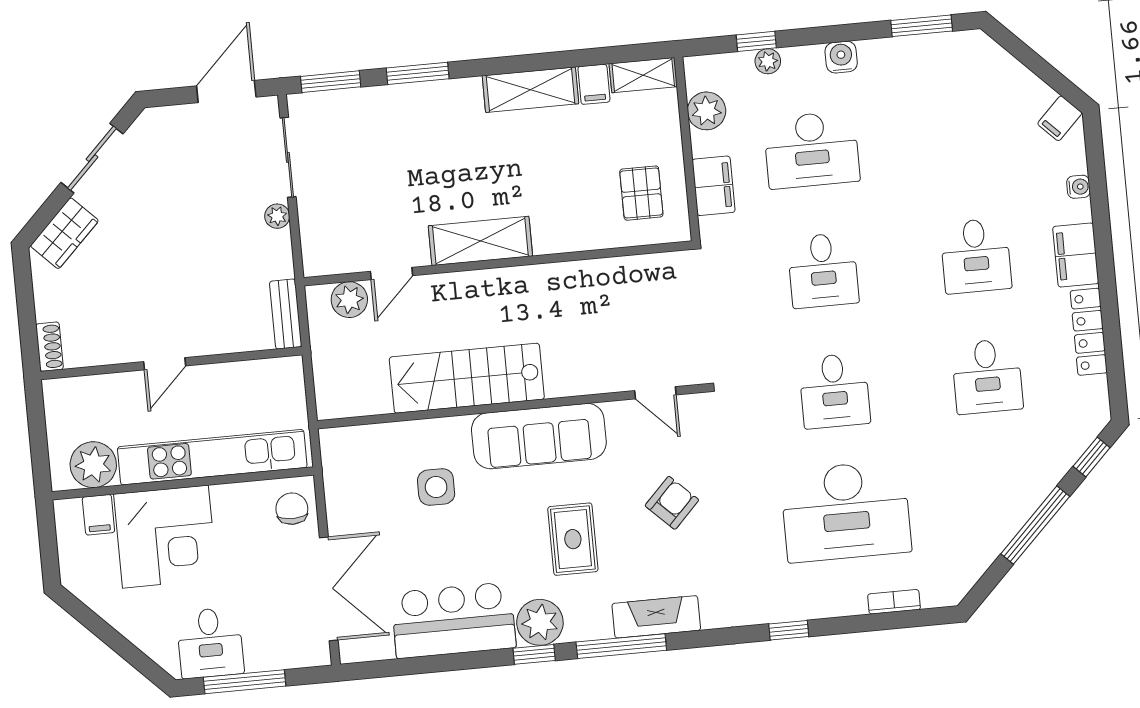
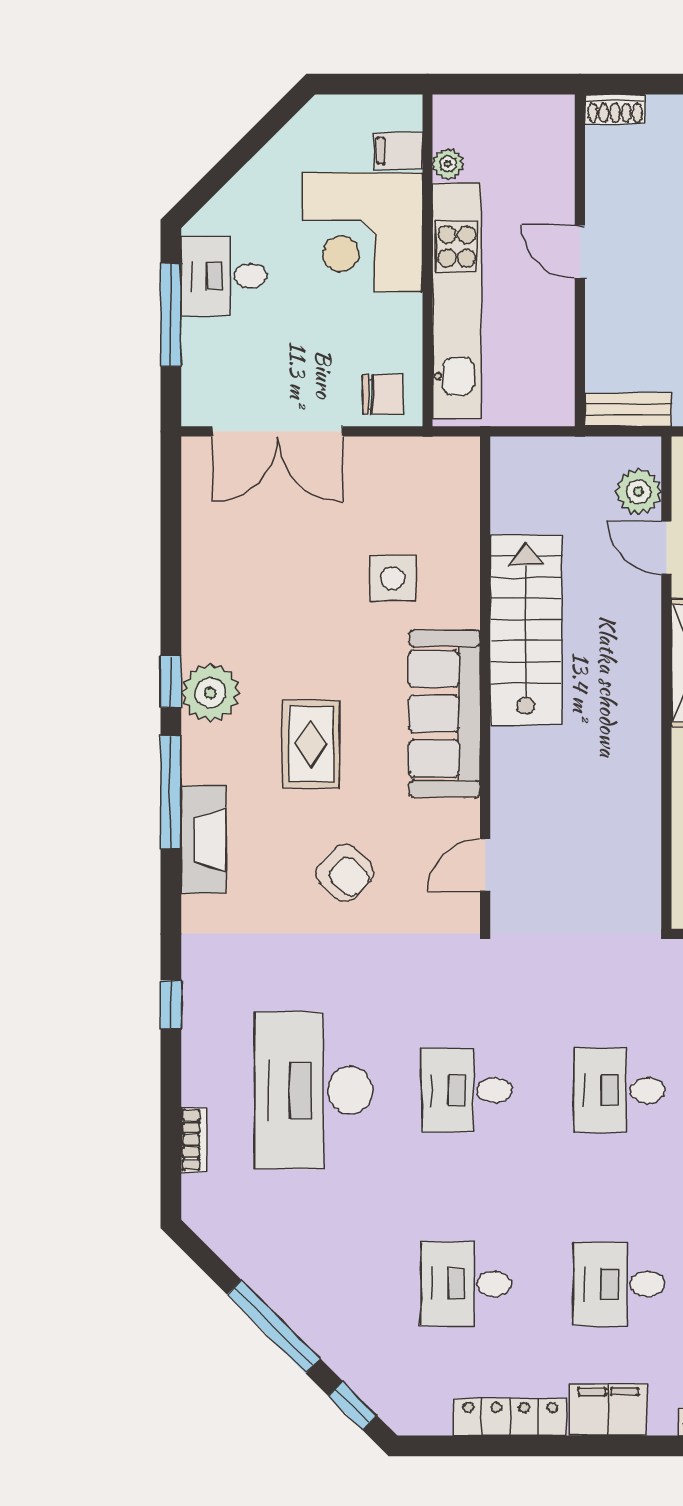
plant: (93, 465) -> (448, 164), width x0.53, depth x0.53
rug: (573, 539) -> (311, 744), turned 90
bar counter: (453, 620) -> (223, 584), removed

